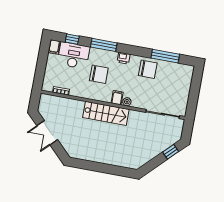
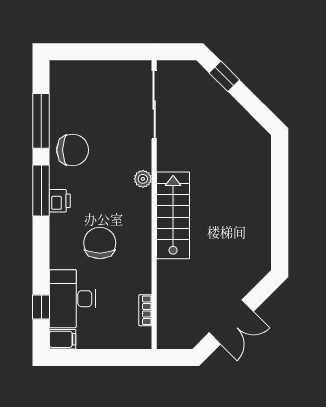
window: (104, 45) -> (41, 191), moved
chair: (148, 69) -> (73, 150), turned 90
filing cabinet: (117, 98) -> (139, 199), removed

